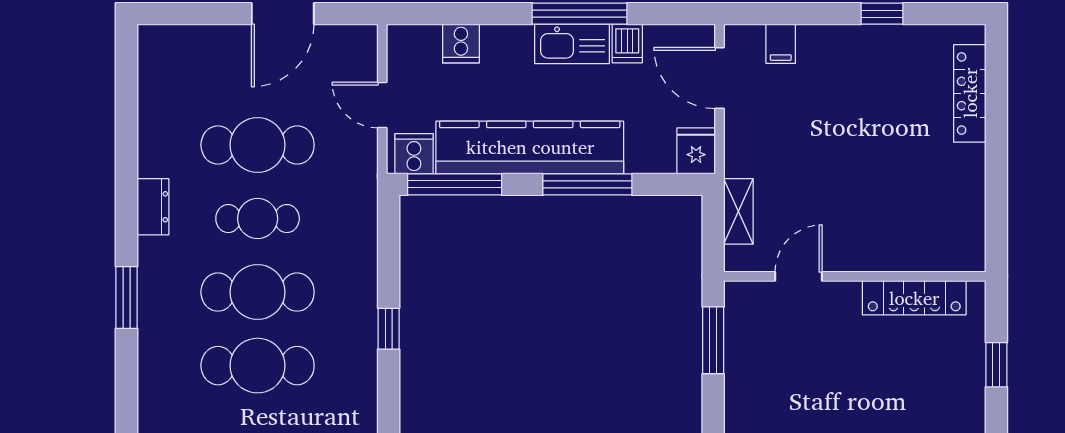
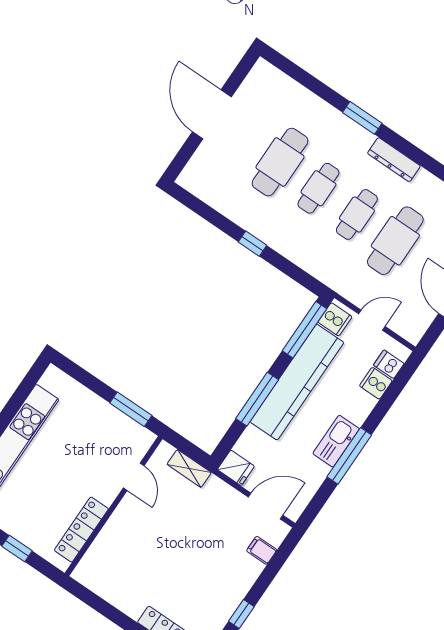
dishwasher: (627, 44) -> (389, 364), moved
dresser: (153, 207) -> (394, 160), width x1.44
cafe table: (258, 292) -> (318, 188), width x0.73, depth x0.74

